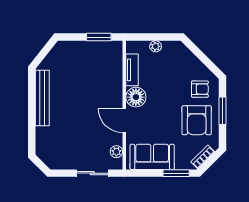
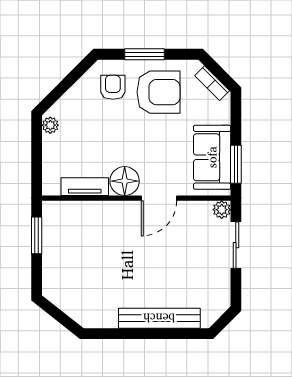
plant: (156, 46) -> (50, 125), moved
bench: (42, 98) -> (159, 318), moved
plant: (116, 152) -> (222, 210), moved
window: (176, 173) -> (236, 164), moved

